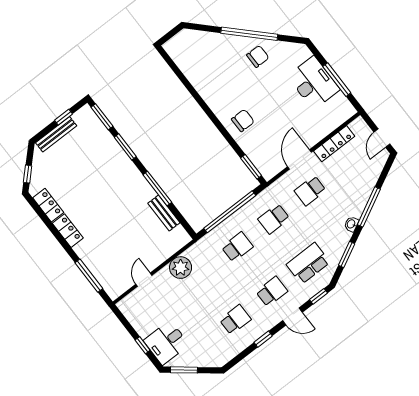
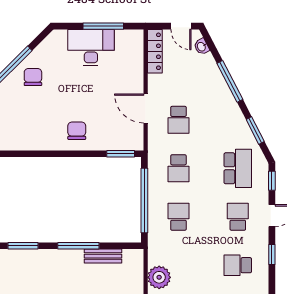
locker: (334, 144) -> (155, 51), moved
washbasin: (351, 224) -> (202, 47), moved
school desk: (308, 263) -> (238, 168), turned 180
school desk: (235, 320) -> (238, 265), turned -90

